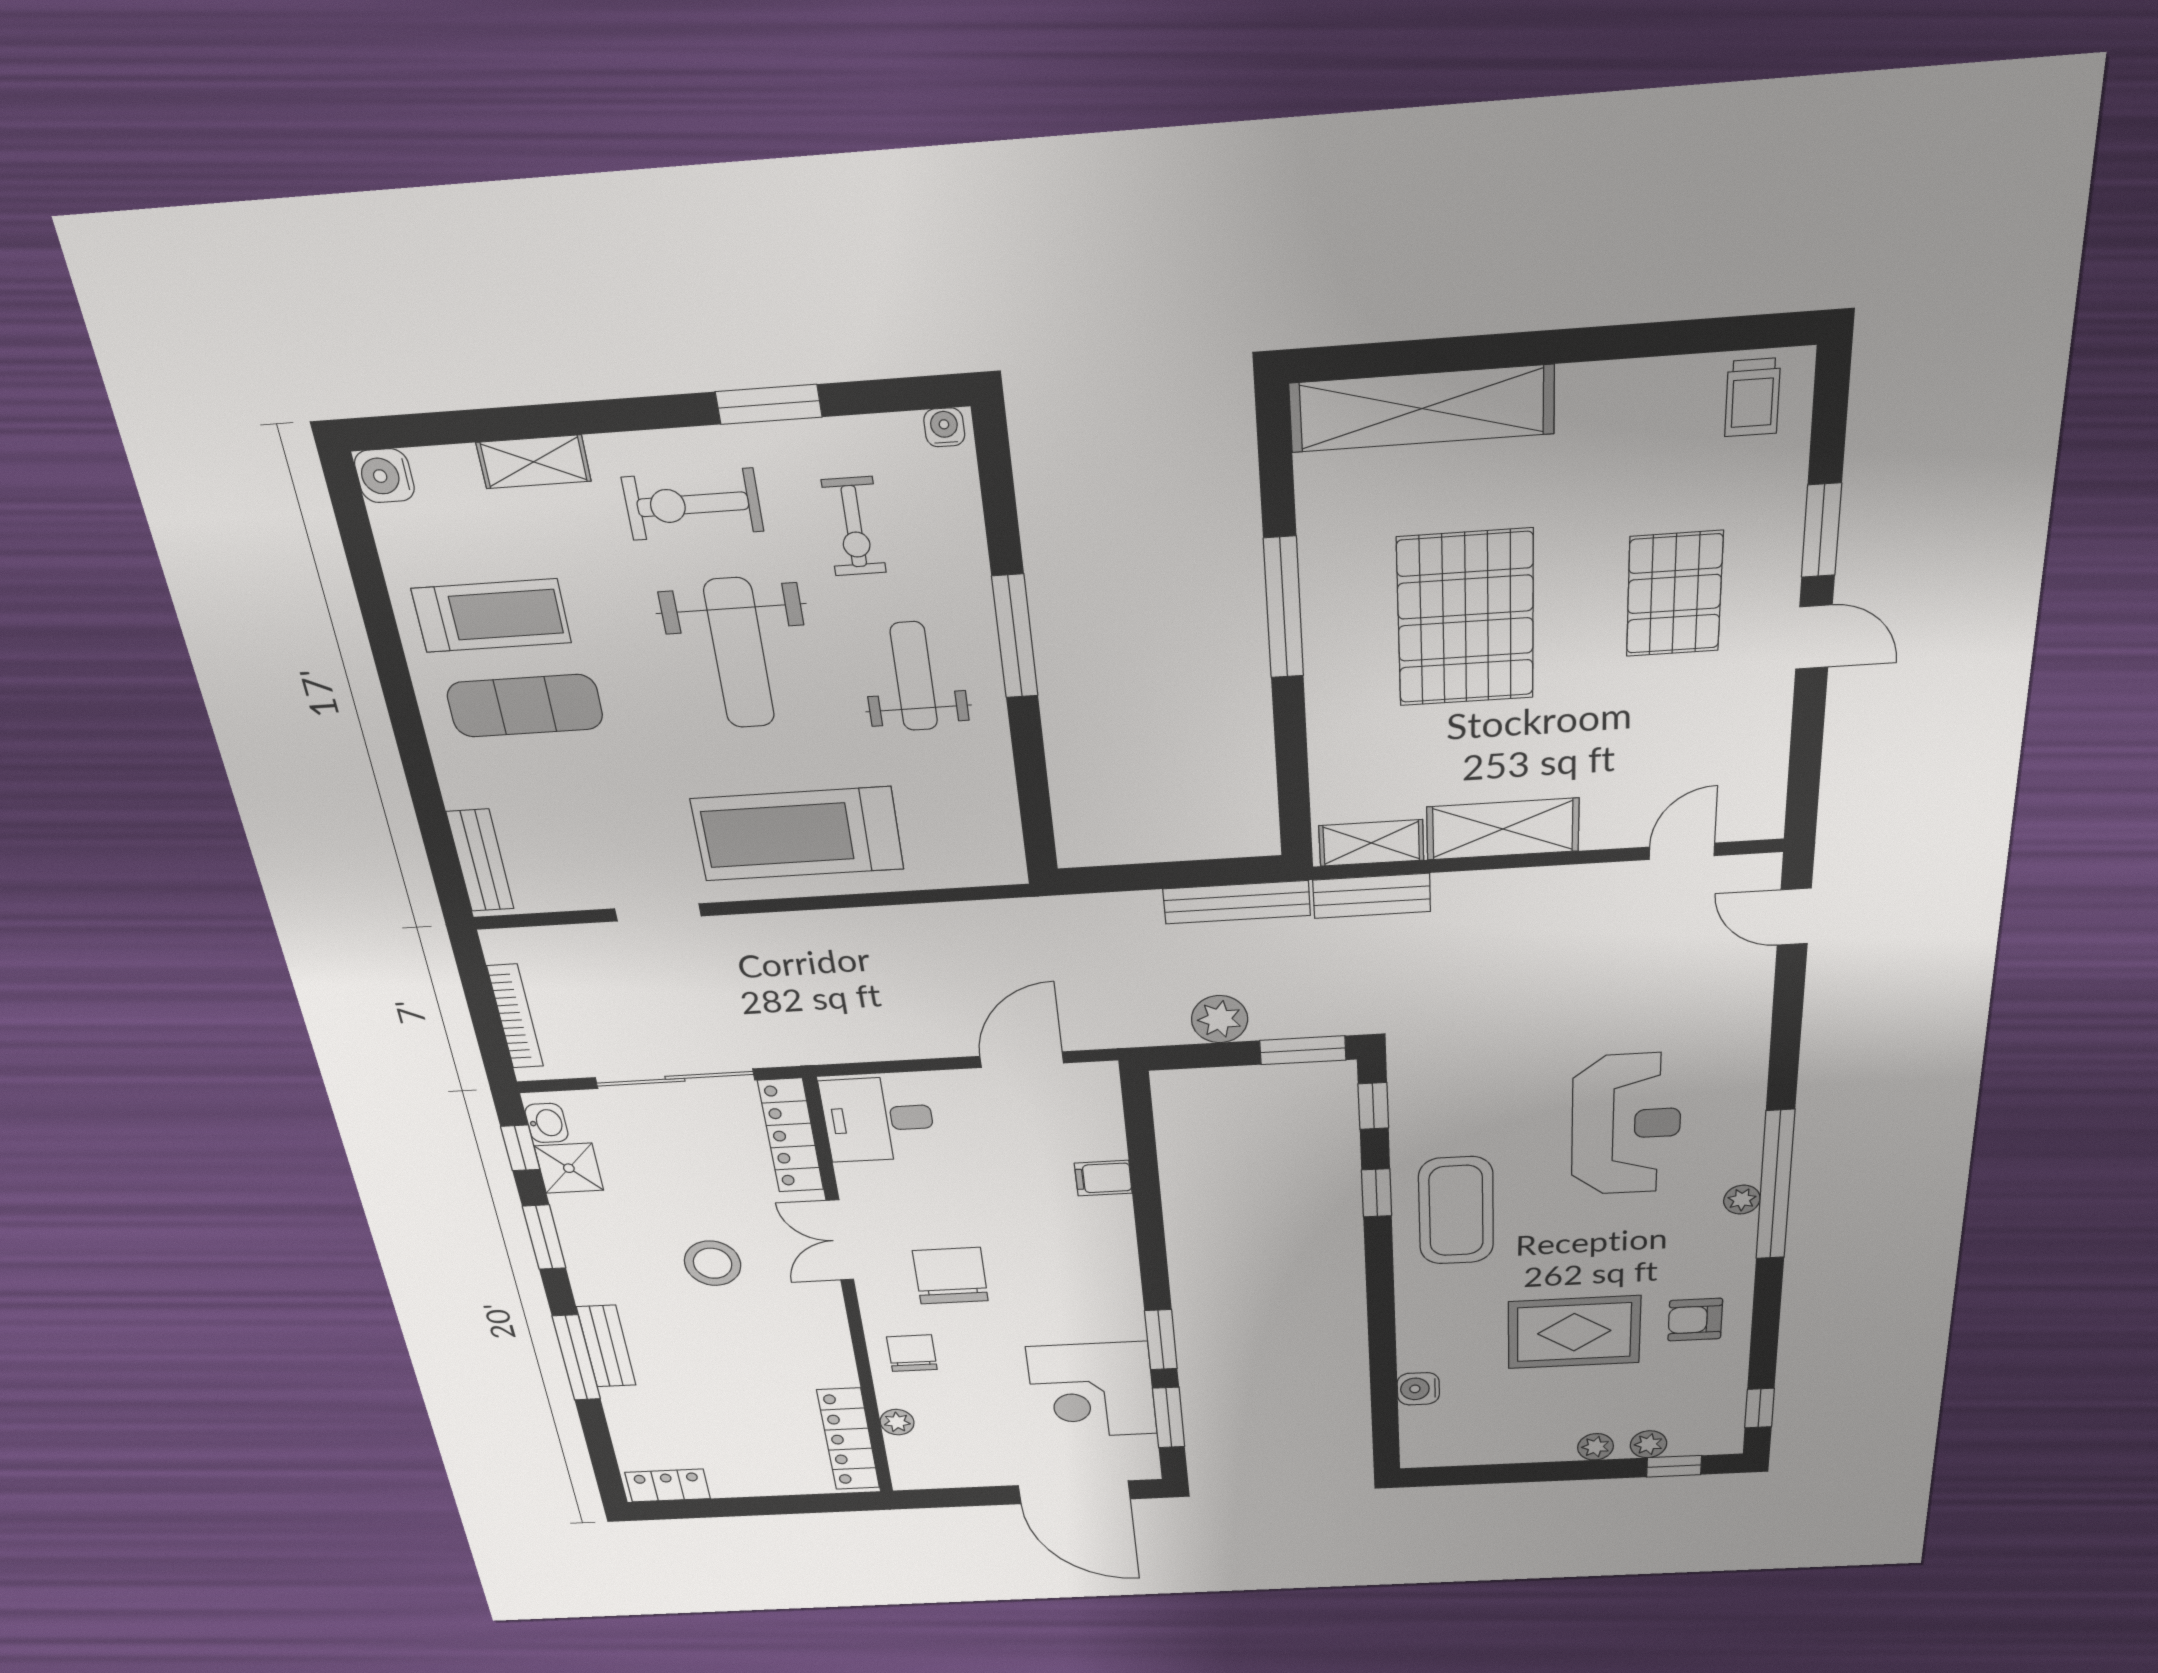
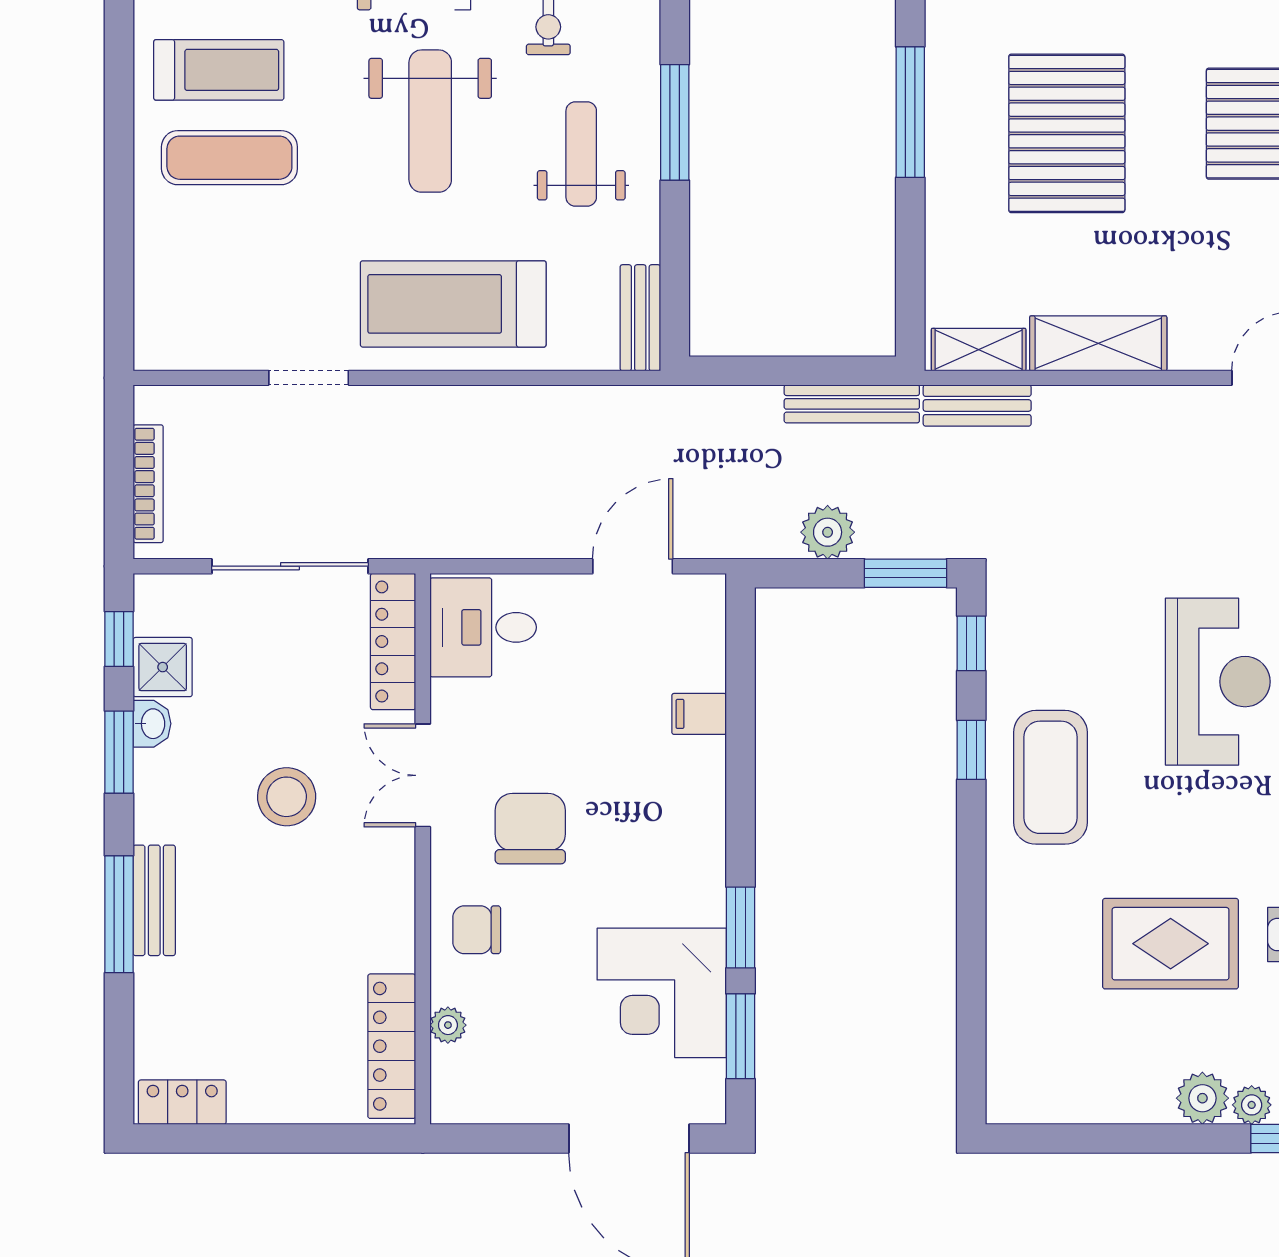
bench: (480, 860) -> (640, 318), moved
washbasin: (547, 1123) -> (152, 724), moved
chair: (912, 1353) -> (477, 930), turned -90
water cooler: (1418, 1389) -> (1008, 1011), removed
plant: (1596, 1447) -> (1202, 1098), width x1.38, depth x1.38

